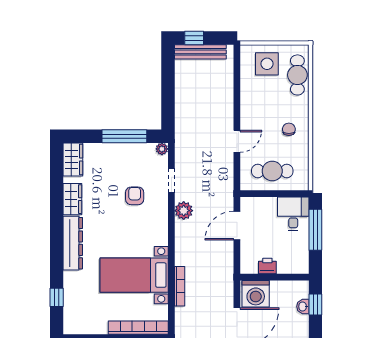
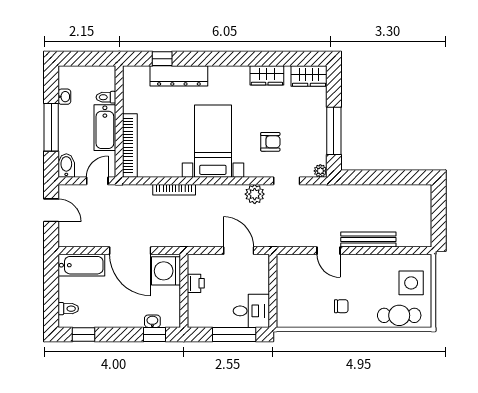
window: (194, 38) -> (439, 205), removed
bench: (200, 52) -> (368, 240), moved, turned 90
cafe table: (272, 171) -> (297, 289), removed
dresser: (73, 243) -> (179, 76), moved
bed with nightstands: (134, 275) -> (213, 141), moved

